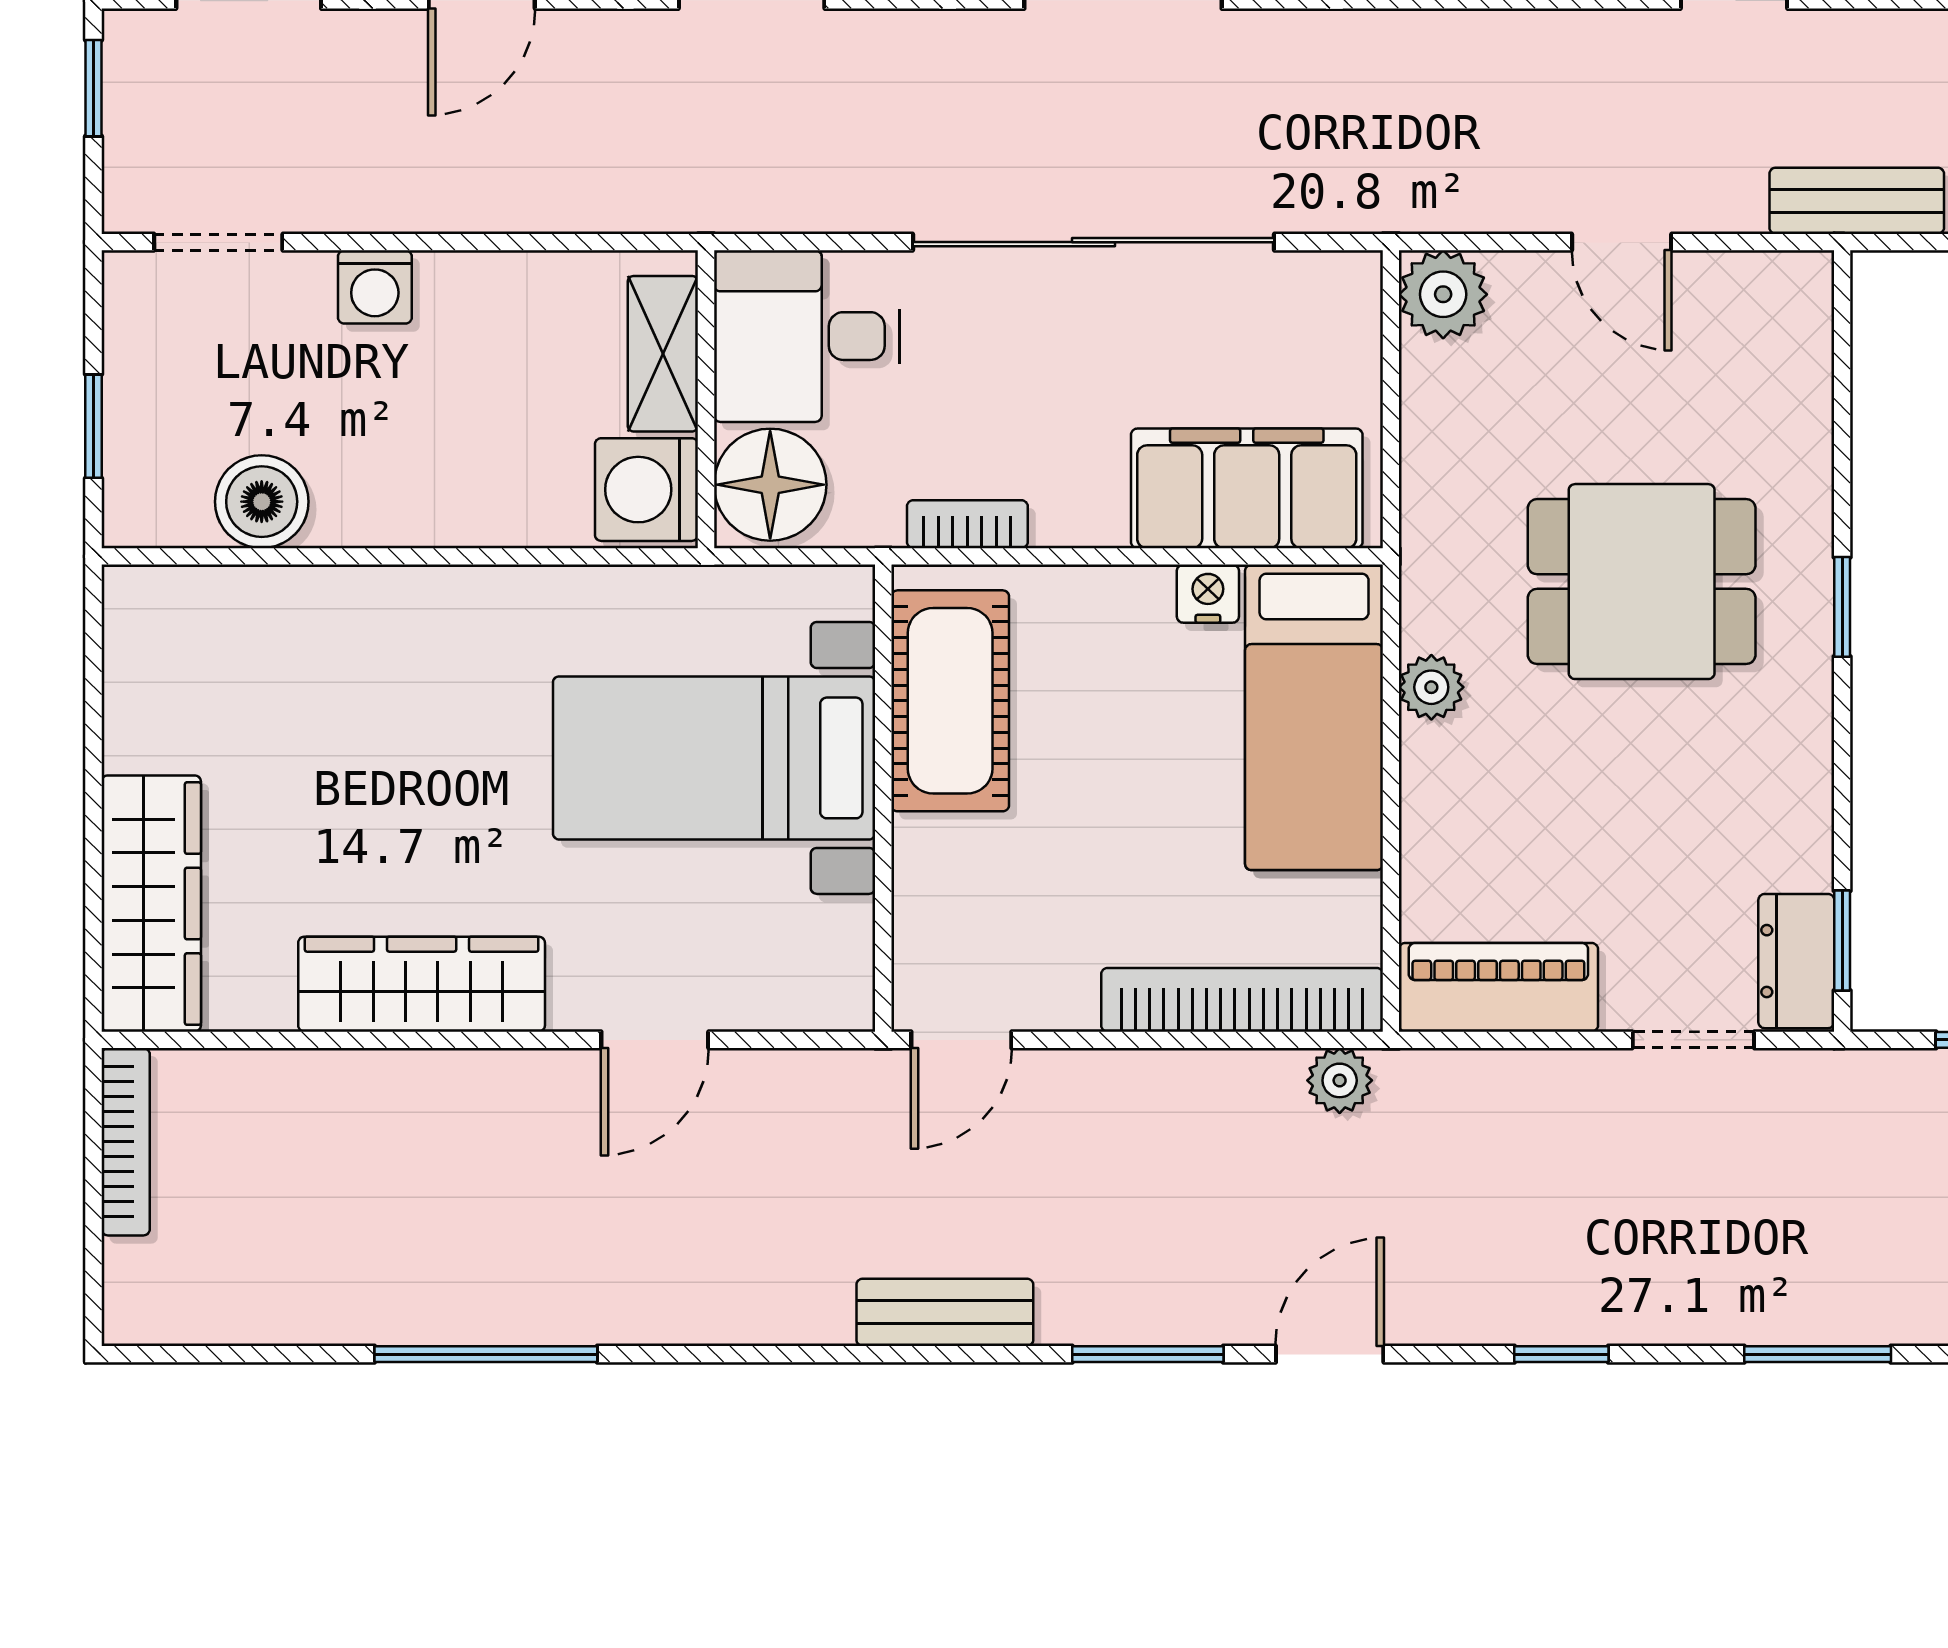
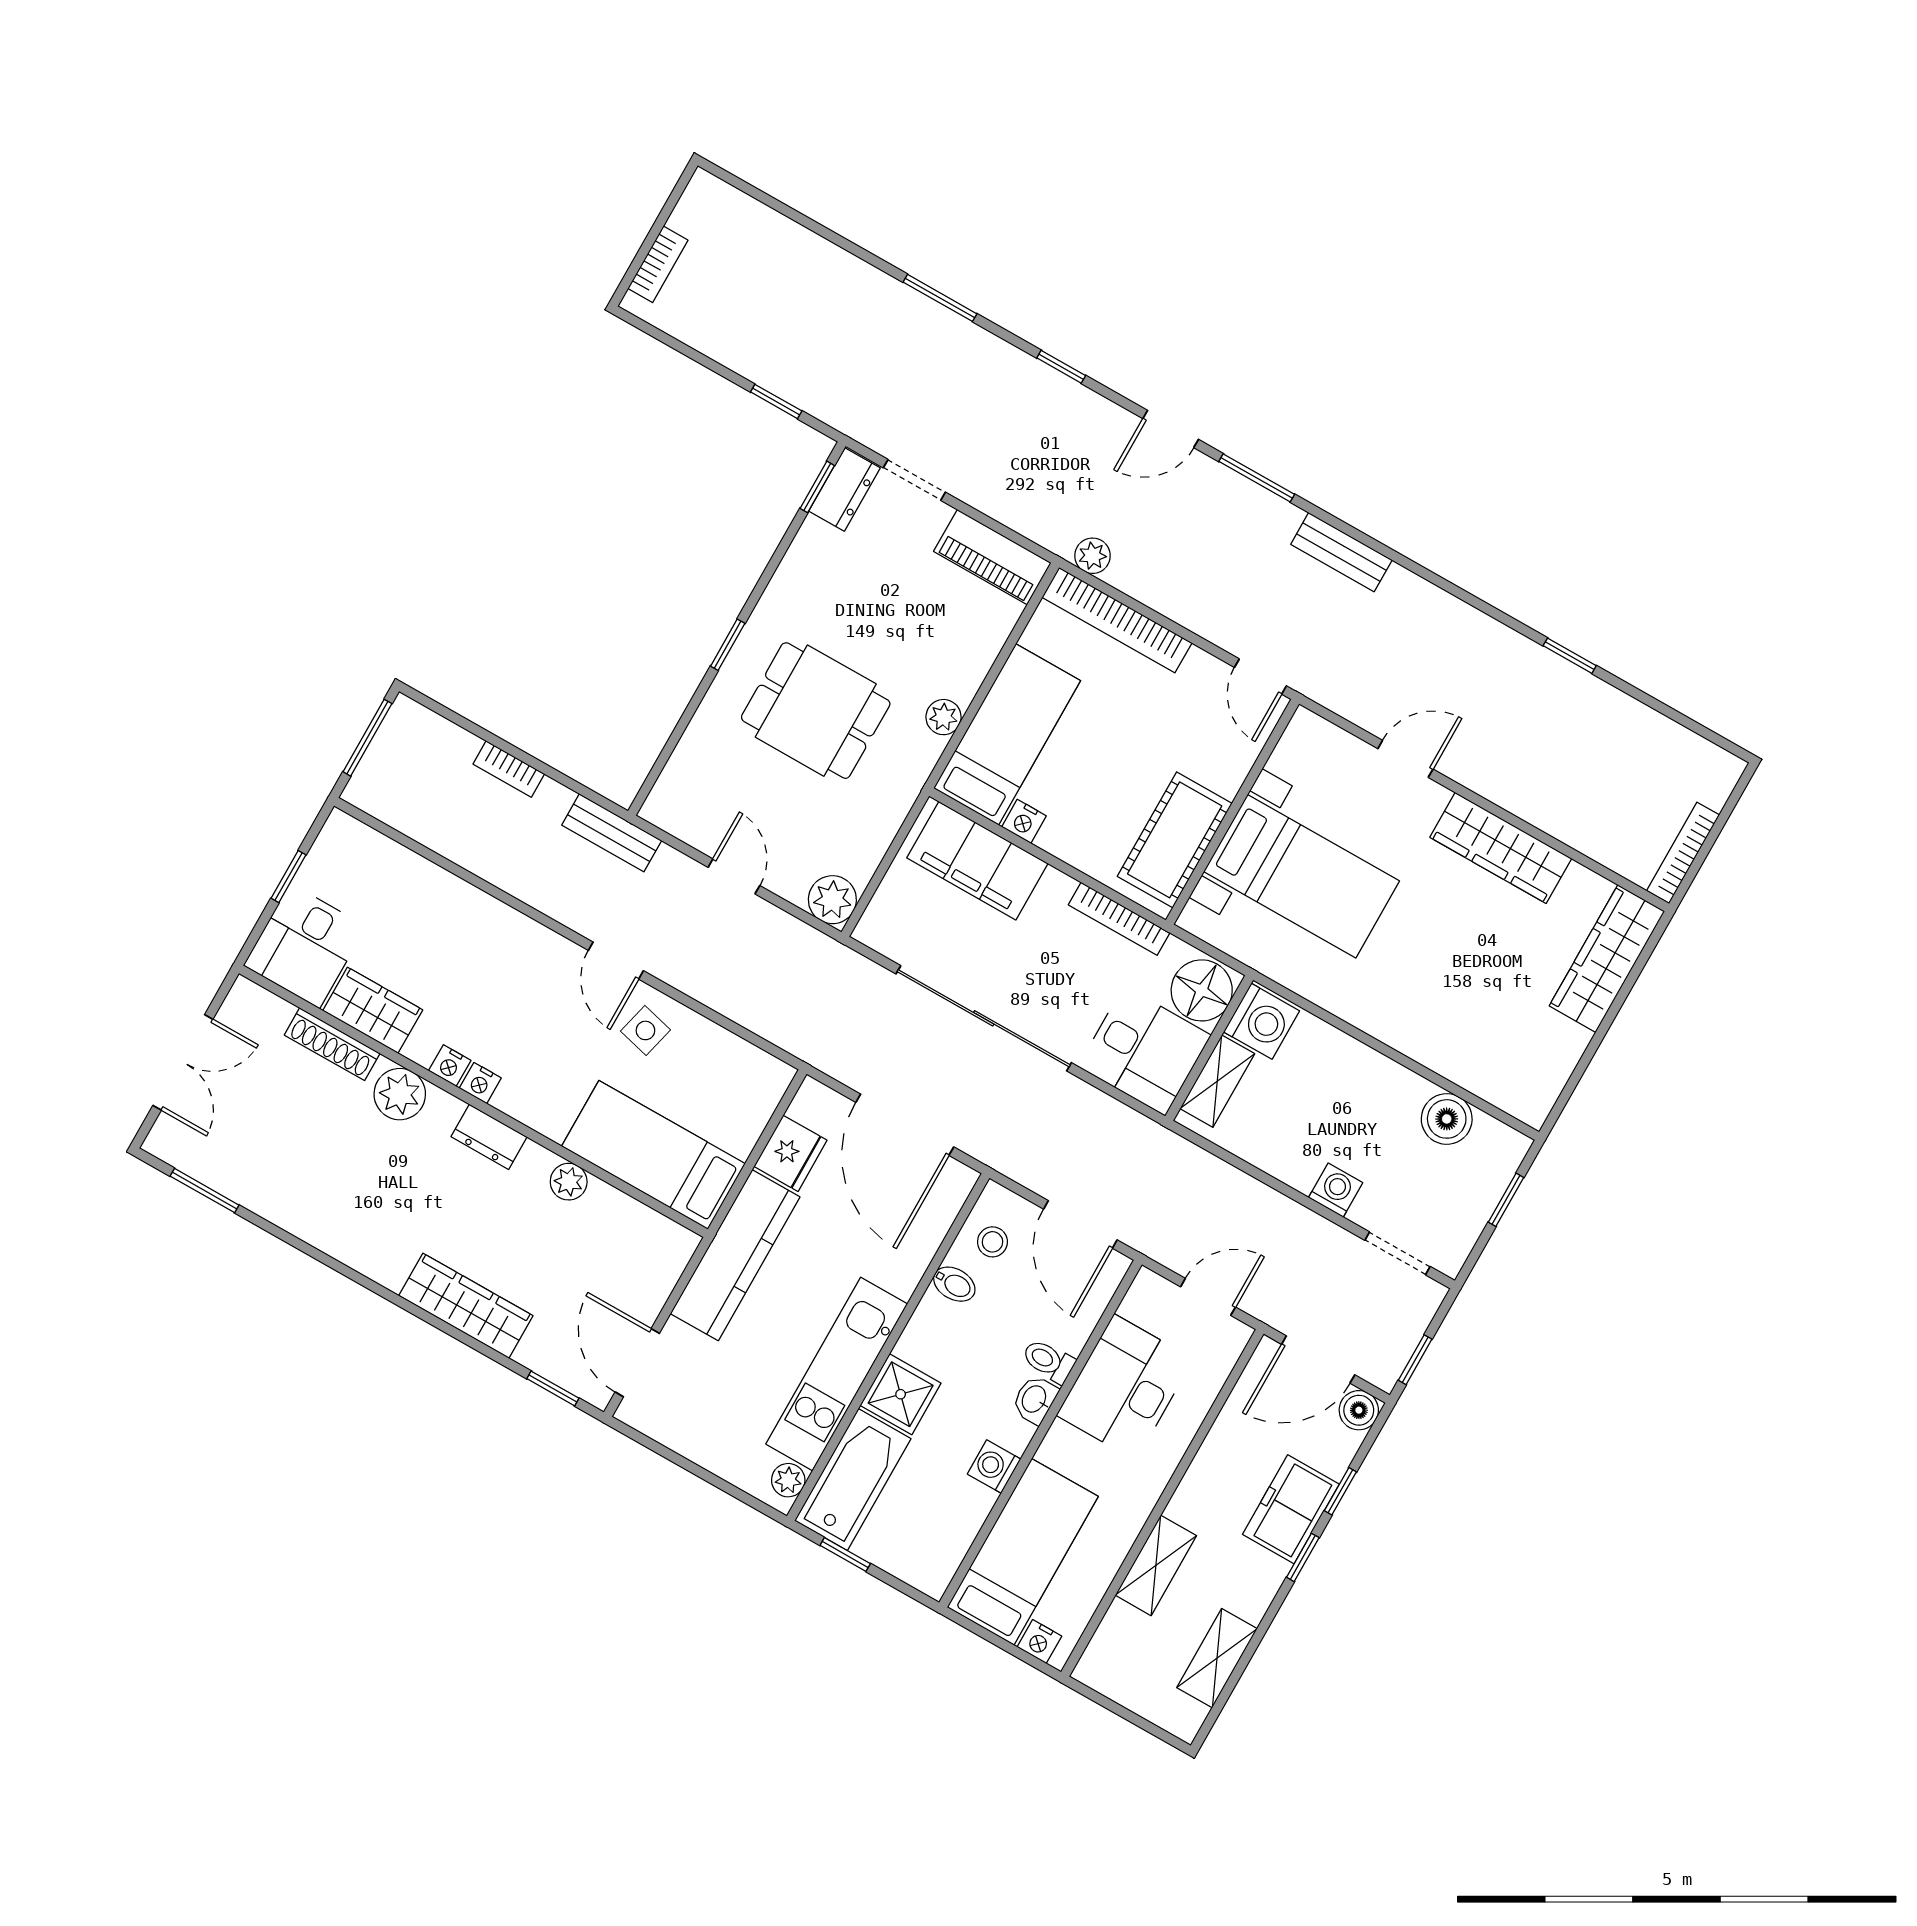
bookcase: (967, 524) -> (1119, 919), width x1.56
door: (961, 1040) -> (1260, 677), swing flipped
window: (486, 1354) -> (1570, 656), width x0.46

